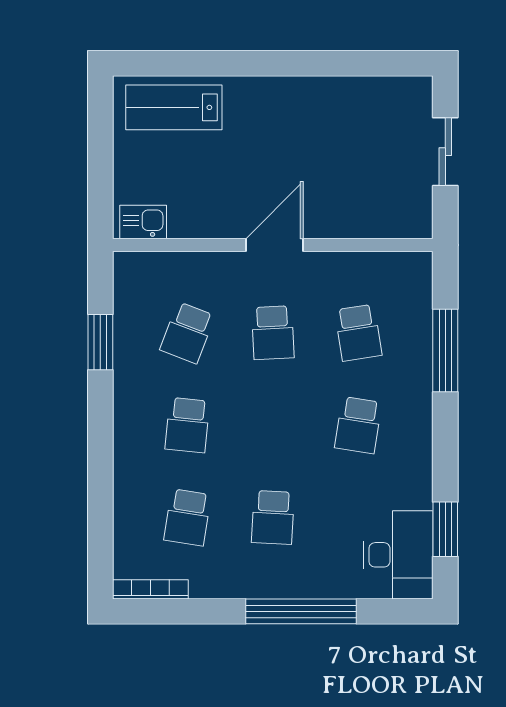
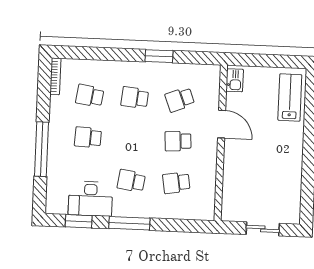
door: (274, 245) -> (222, 124), moved
school desk: (187, 333) -> (180, 100), turned -42
window: (100, 342) -> (159, 56), moved
window: (445, 351) -> (129, 223), moved
desk: (398, 555) -> (90, 199), moved

